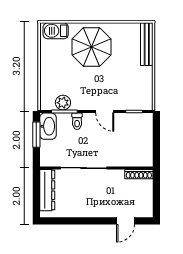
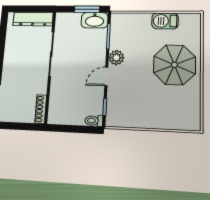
barbecue: (56, 31) -> (165, 21), moved, turned -90
bench: (147, 44) -> (177, 123), removed
plant: (63, 103) -> (116, 58), moved
toilet: (77, 121) -> (94, 121), moved

